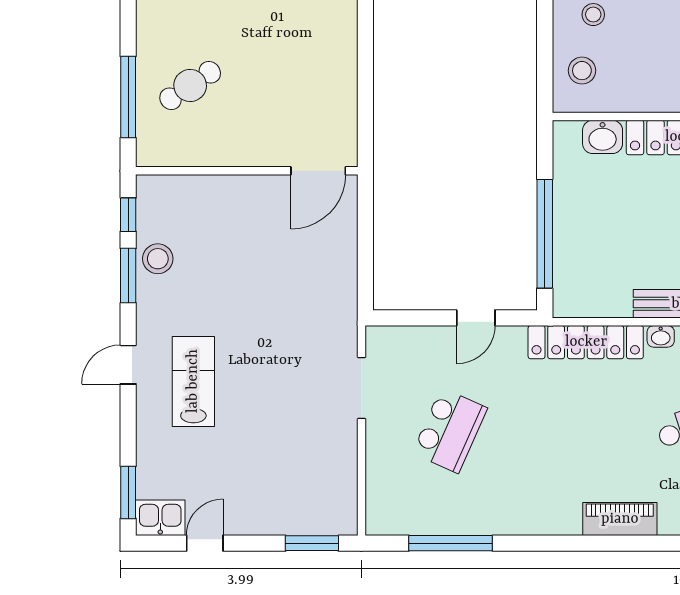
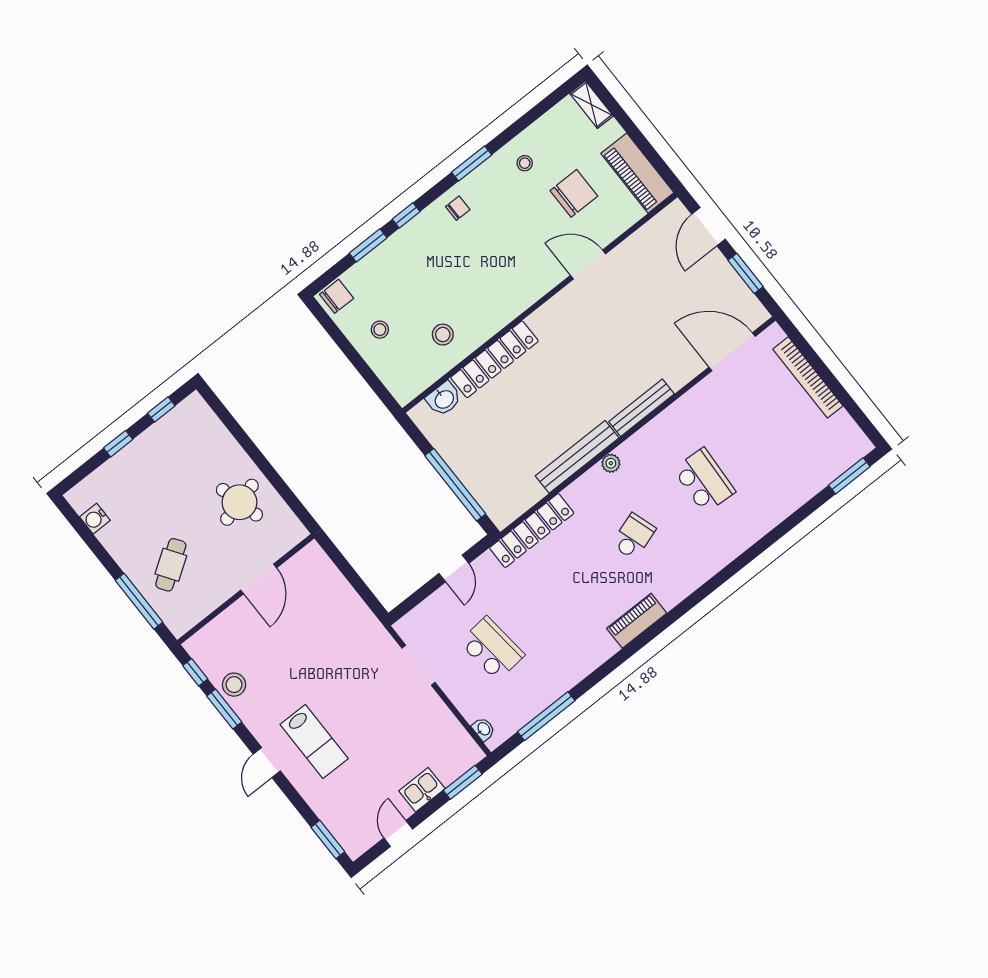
stool: (582, 71) -> (443, 335), moved
round table: (311, 77) -> (239, 502), added
door: (318, 171) -> (259, 579), moved
washbasin: (661, 336) -> (483, 729), moved, turned -90
lab bench: (193, 381) -> (314, 741), turned 180
school desk: (450, 431) -> (492, 649), turned -30
kitchen sink: (160, 518) -> (422, 790), moved

